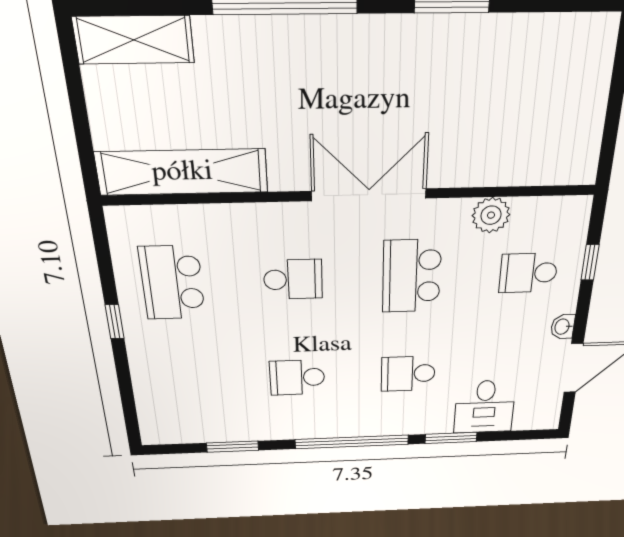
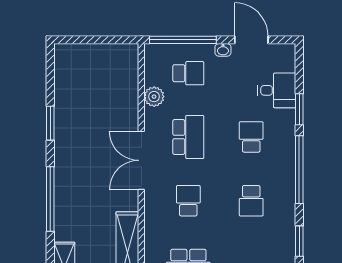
window: (590, 262) -> (183, 40), width x3.17
school desk: (528, 273) -> (188, 73), turned -90
school desk: (412, 276) -> (188, 137), turned -90
school desk: (408, 374) -> (251, 137), turned 180

